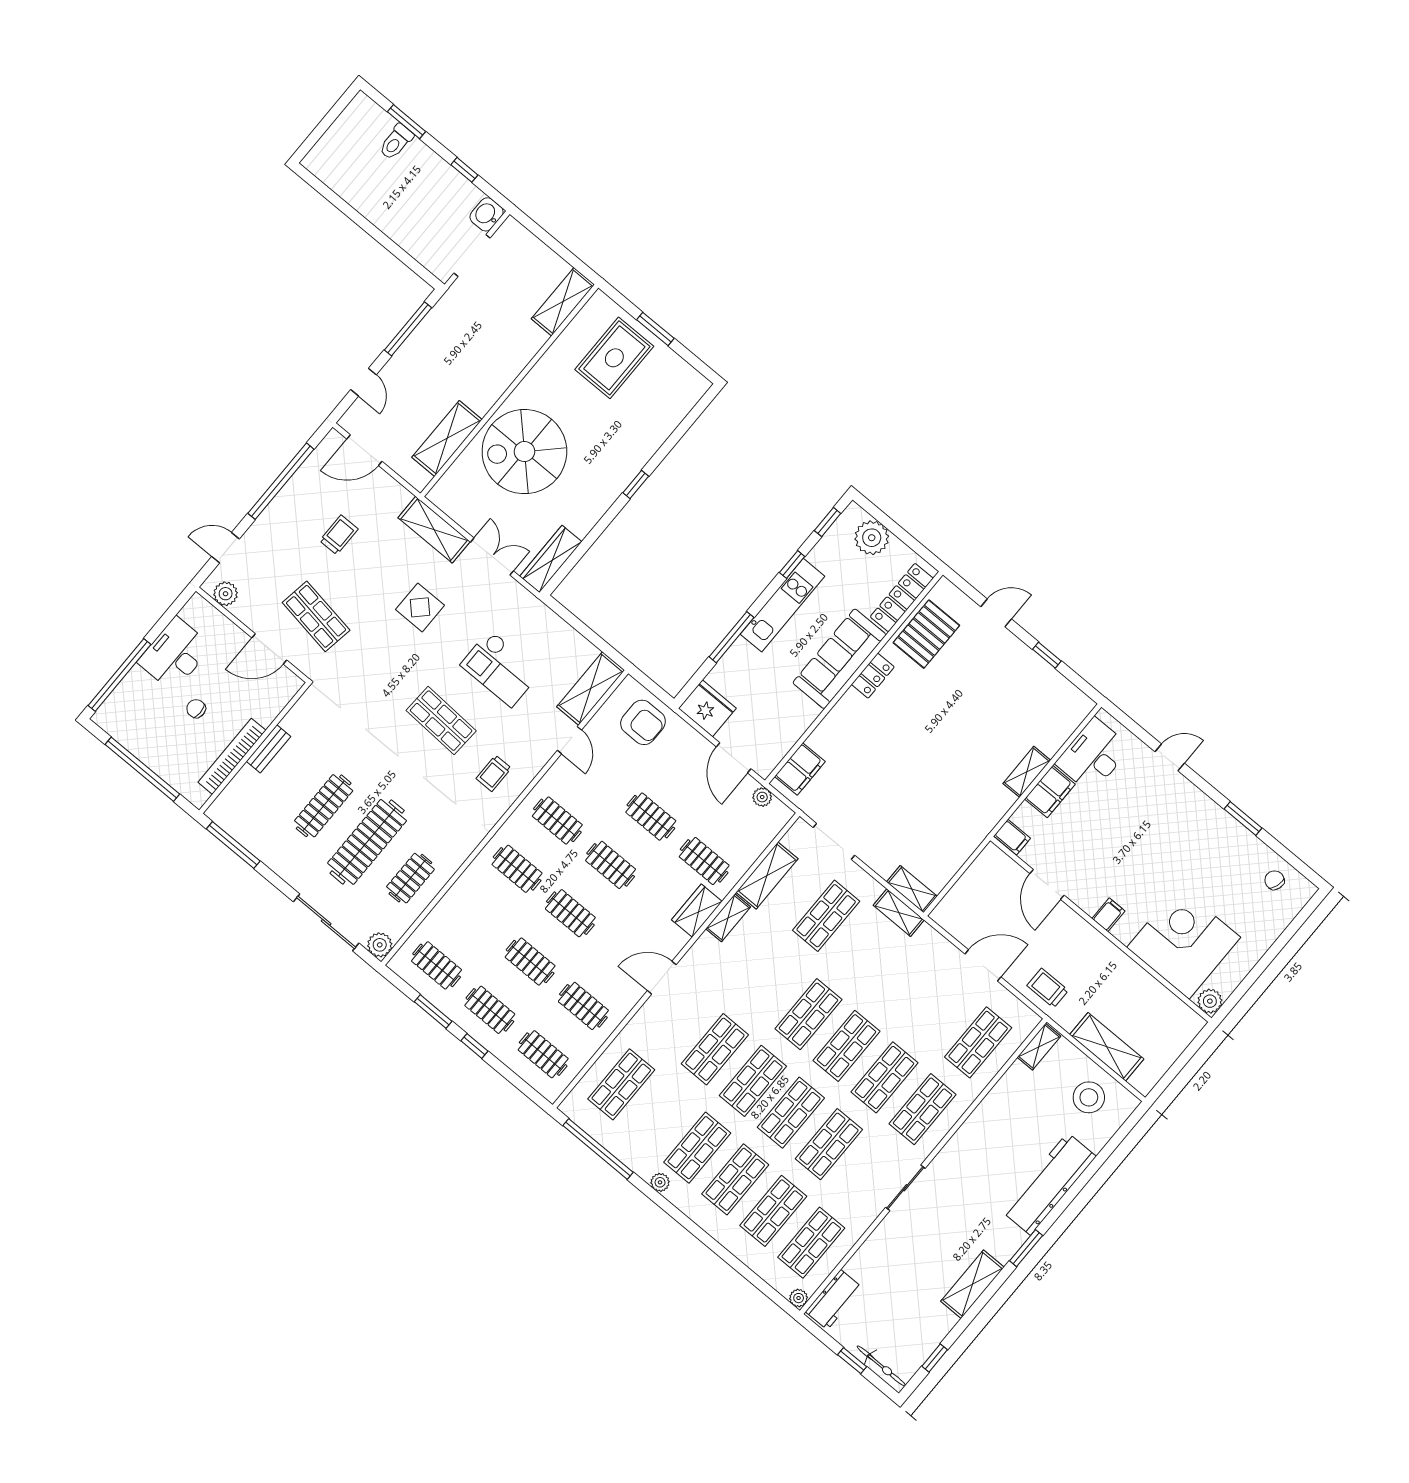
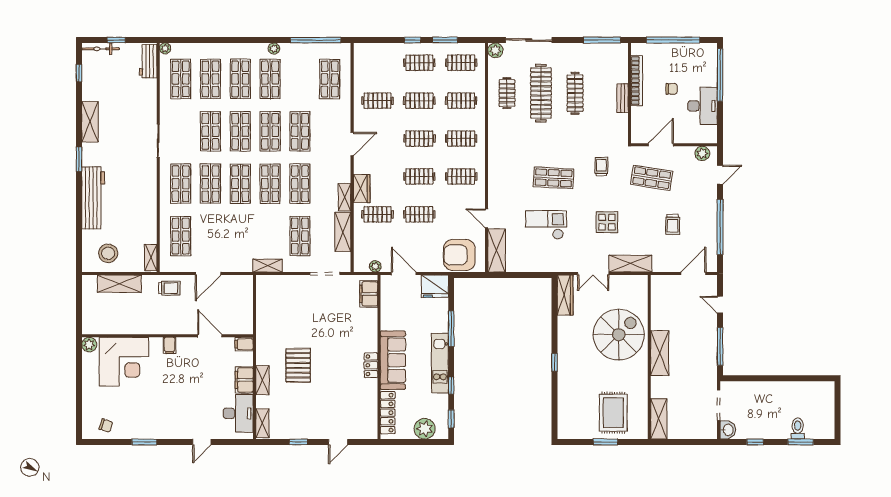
shelving: (447, 438) -> (660, 353), moved
pallet: (926, 634) -> (298, 365), moved
armchair: (643, 722) -> (459, 255), width x1.36, depth x1.36
trolley: (494, 773) -> (601, 167), moved
shelving: (912, 889) -> (262, 423), moved, turned 90
shop shelf: (770, 982) -> (300, 184), added
clothes rail: (543, 1054) -> (461, 101), moved

